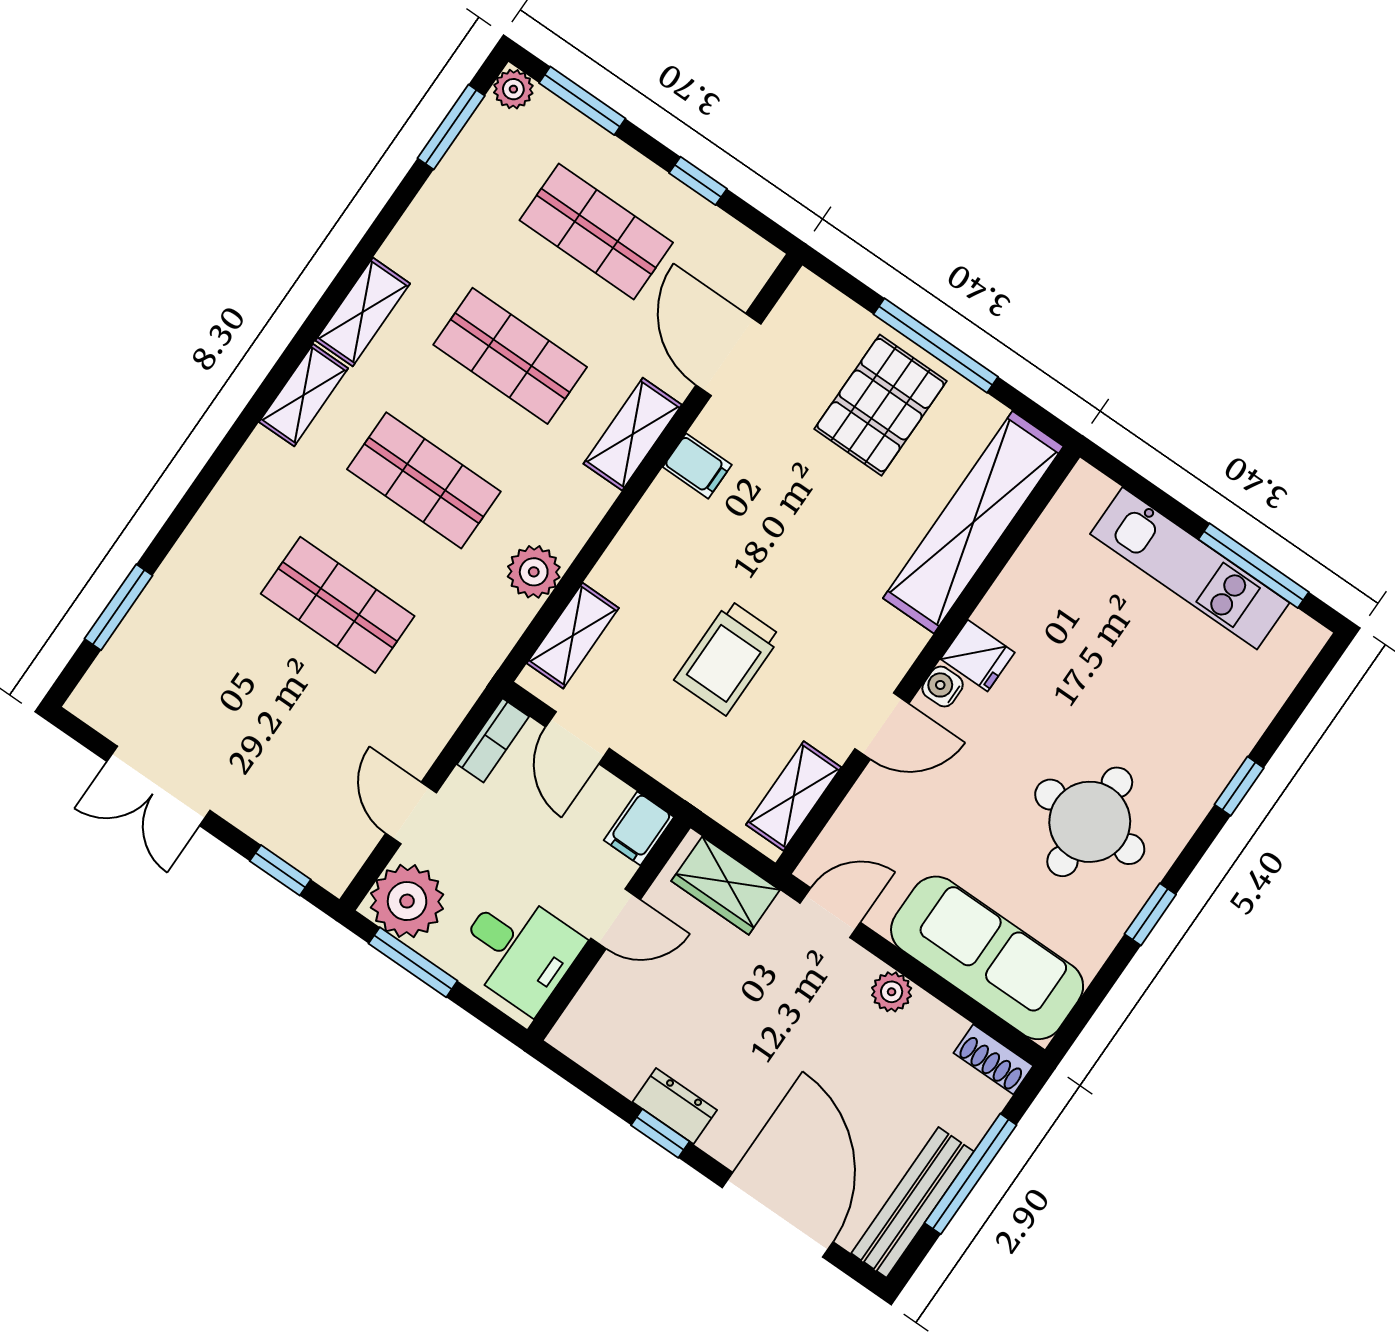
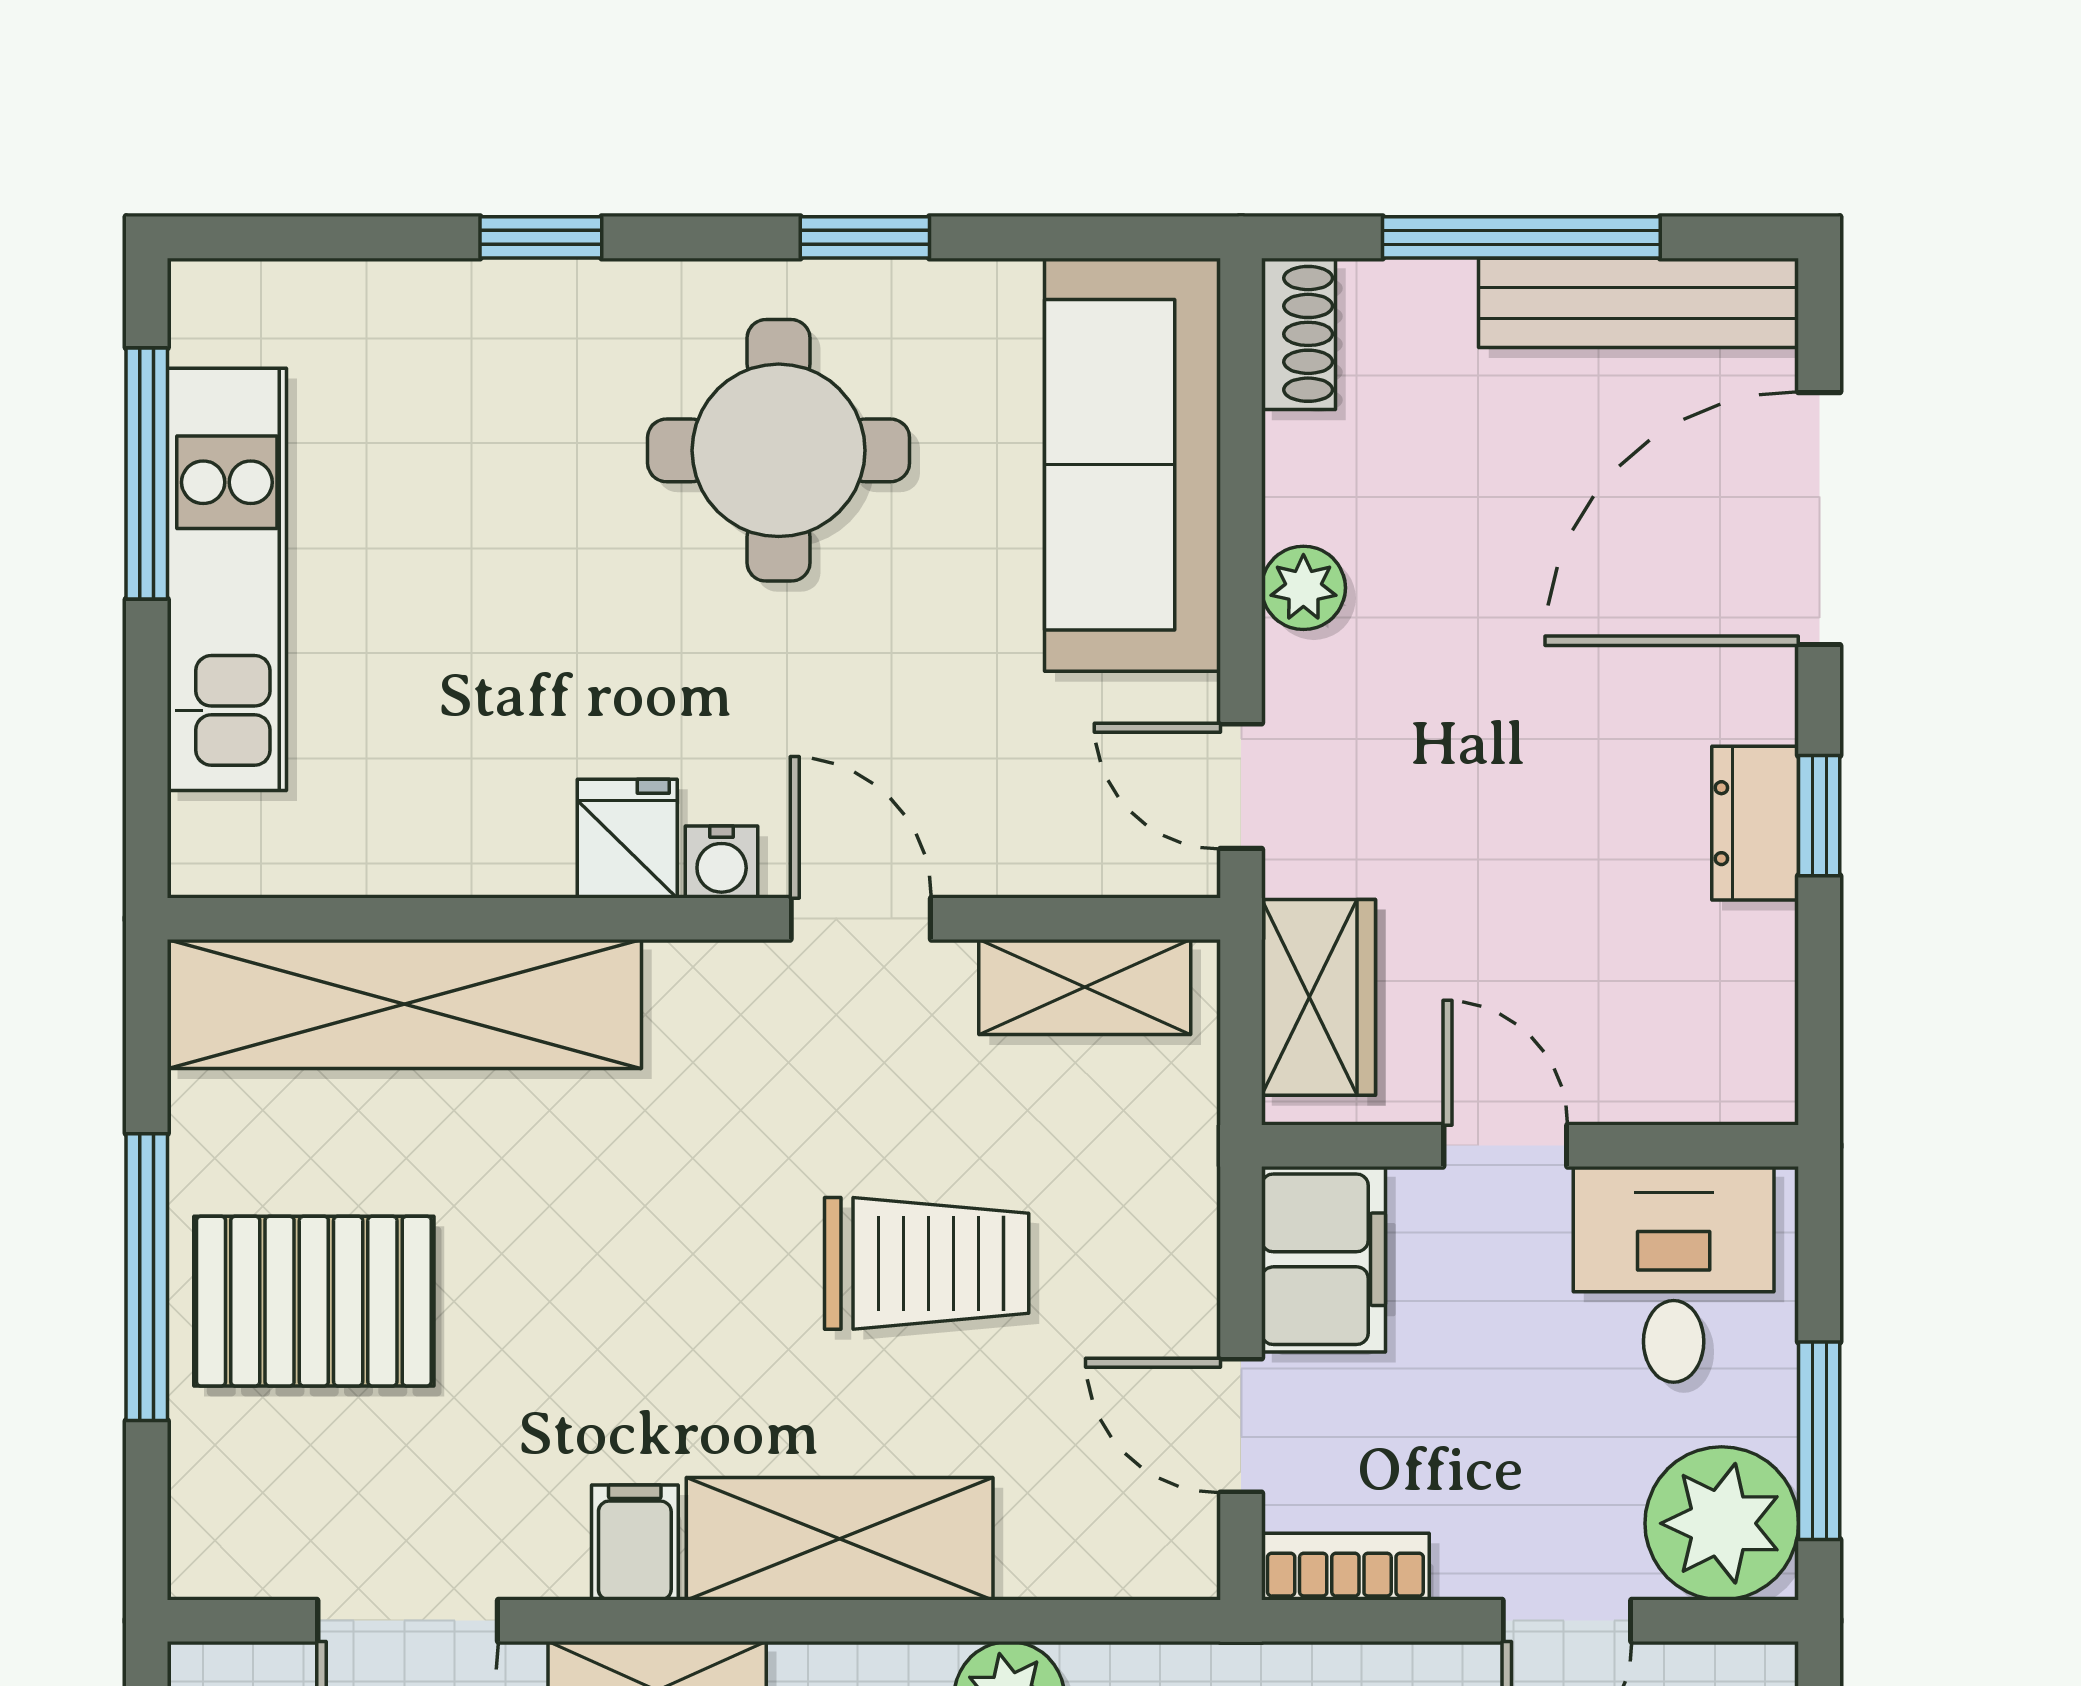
shelving: (573, 636) -> (840, 1539), moved, width x1.50, depth x1.33
door: (577, 738) -> (1241, 1426), swing flipped
filing cabinet: (639, 829) -> (1324, 1259), width x2.00

